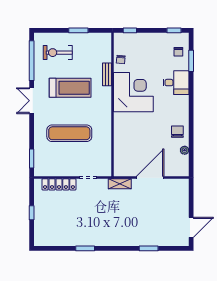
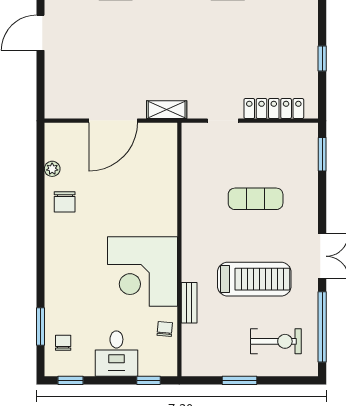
desk: (176, 83) -> (116, 354), moved, turned -90
treadmill: (70, 88) -> (254, 279), turned 180
exercise mat: (69, 133) -> (256, 199), width x0.73, depth x0.69

